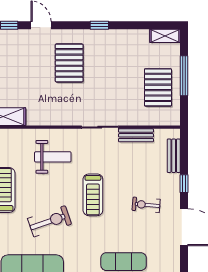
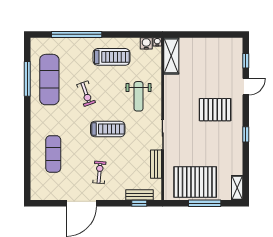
pallet: (158, 87) -> (195, 182), width x1.37, depth x1.41
window: (184, 184) -> (139, 203), moved
treadmill: (93, 195) -> (108, 129), turned 180
exercise bike: (49, 221) -> (86, 94), width x0.73, depth x0.72

